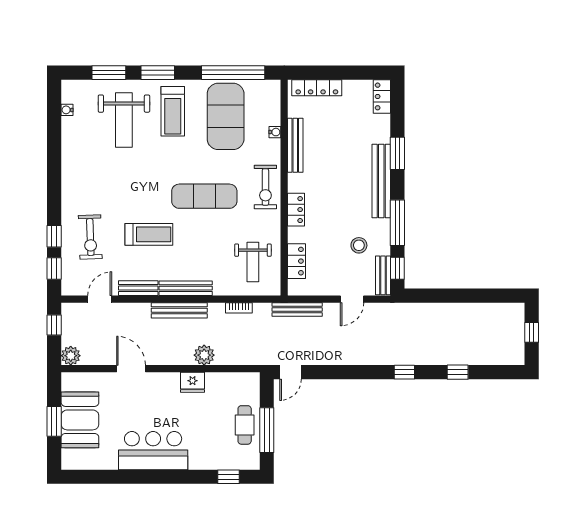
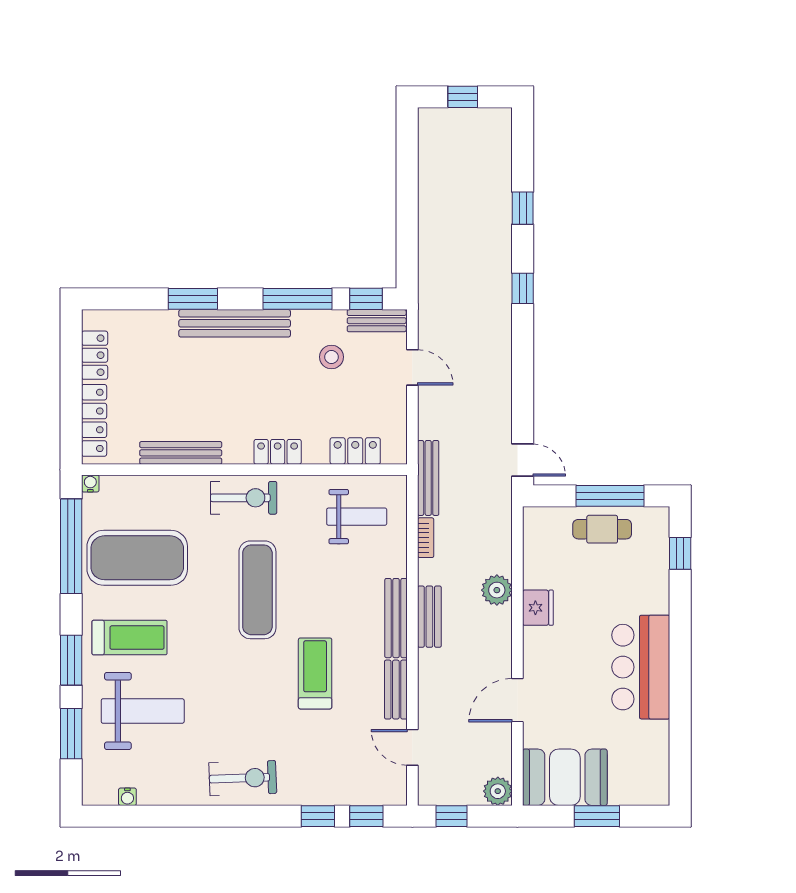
locker: (382, 96) -> (95, 355), moved, turned -90
water cooler: (275, 132) -> (90, 483), moved
exercise bike: (90, 237) -> (243, 778), moved
bench: (297, 309) -> (428, 478), moved
bench: (179, 310) -> (429, 617), width x0.73
booth: (80, 420) -> (565, 777), moved

